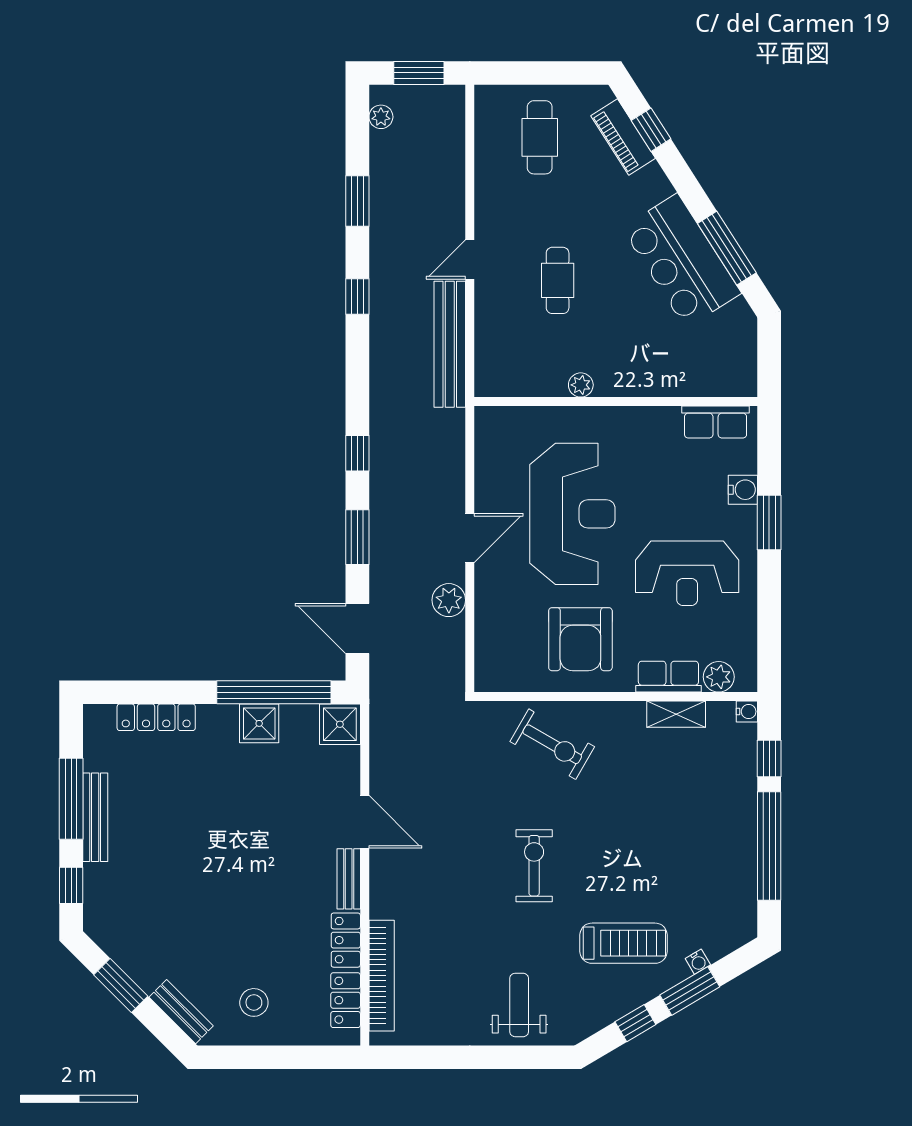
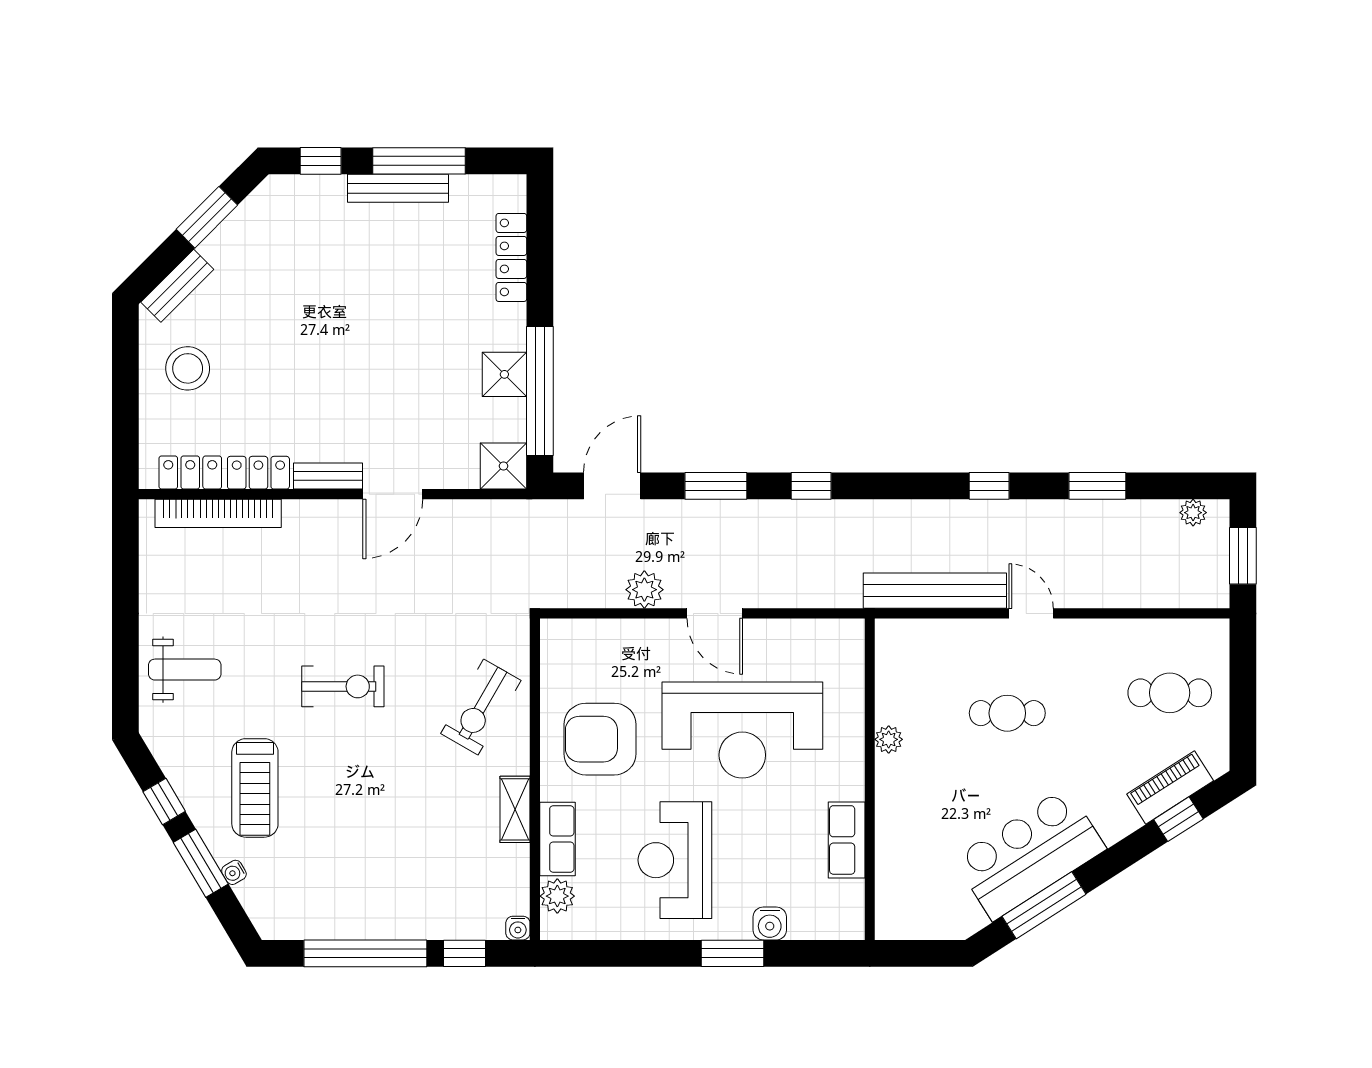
row of seats: (716, 422) -> (847, 840), moved
shelving: (676, 714) -> (515, 809), moved
stool: (254, 1002) -> (188, 368), width x1.38, depth x1.38

